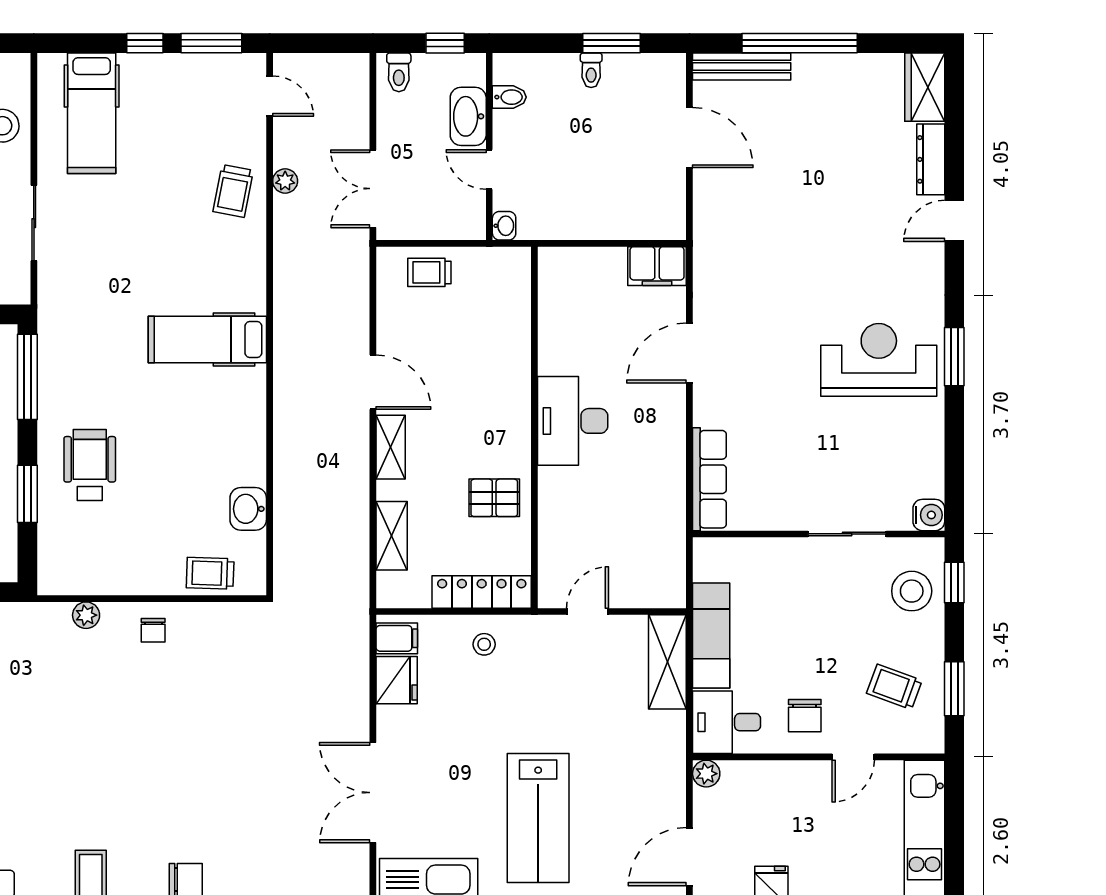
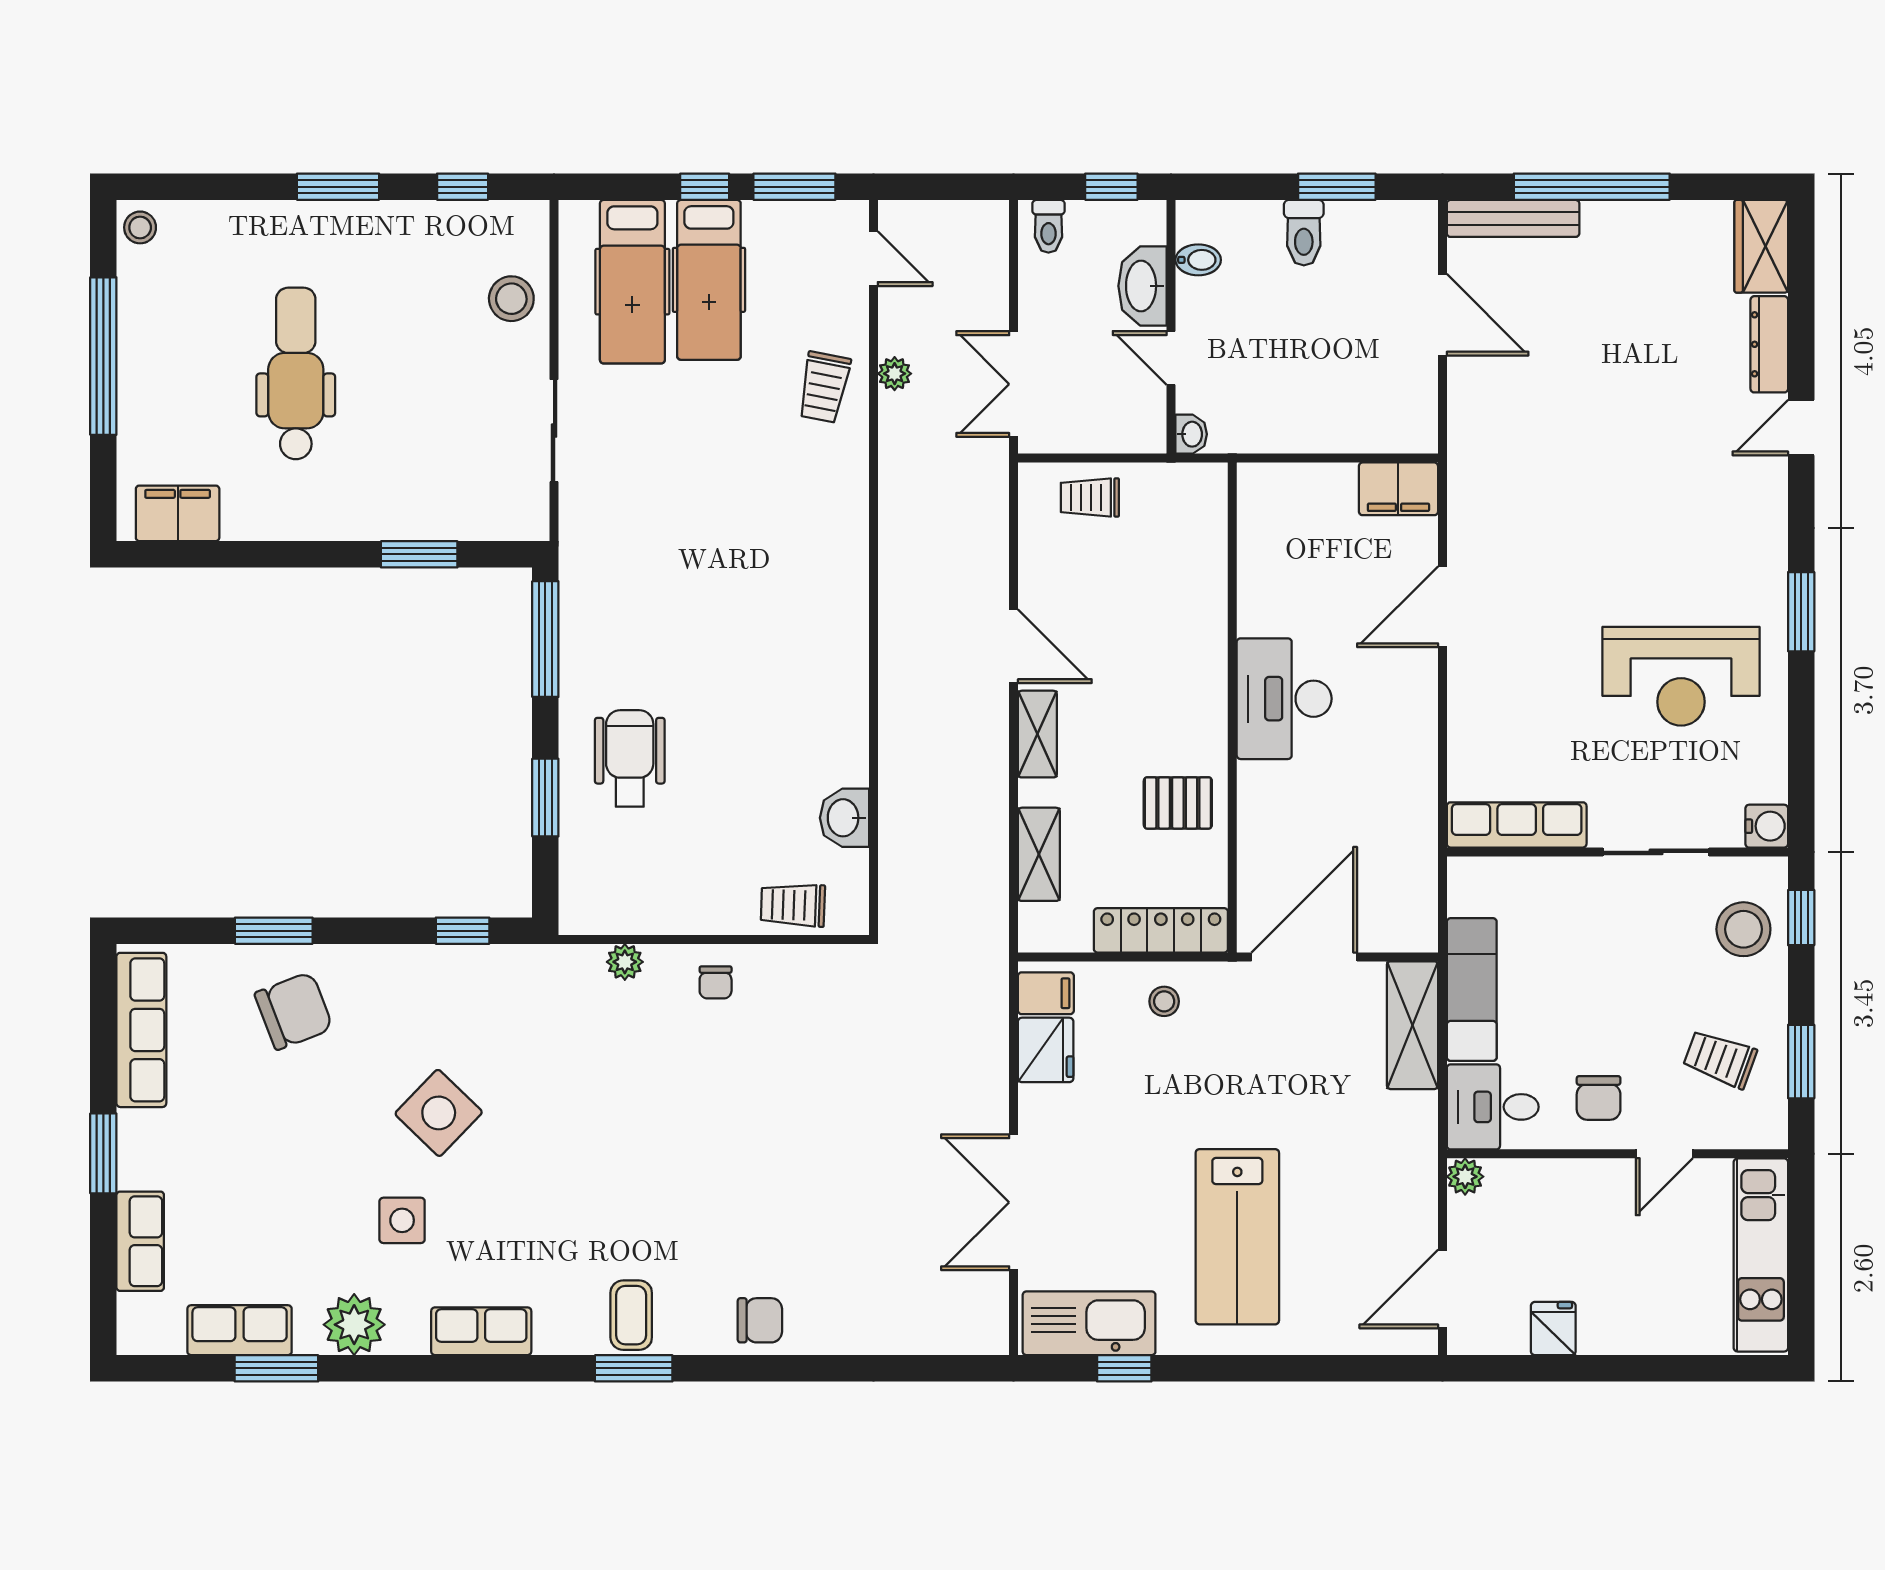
toilet: (591, 70) -> (1304, 233), width x1.37, depth x1.39
hospital bed: (207, 340) -> (709, 280), moved, turned -90
reception desk: (879, 360) -> (1681, 676), moved, turned 180
row of seats: (709, 479) -> (1517, 825), moved, turned -90
door: (588, 612) -> (1304, 957), width x1.87

